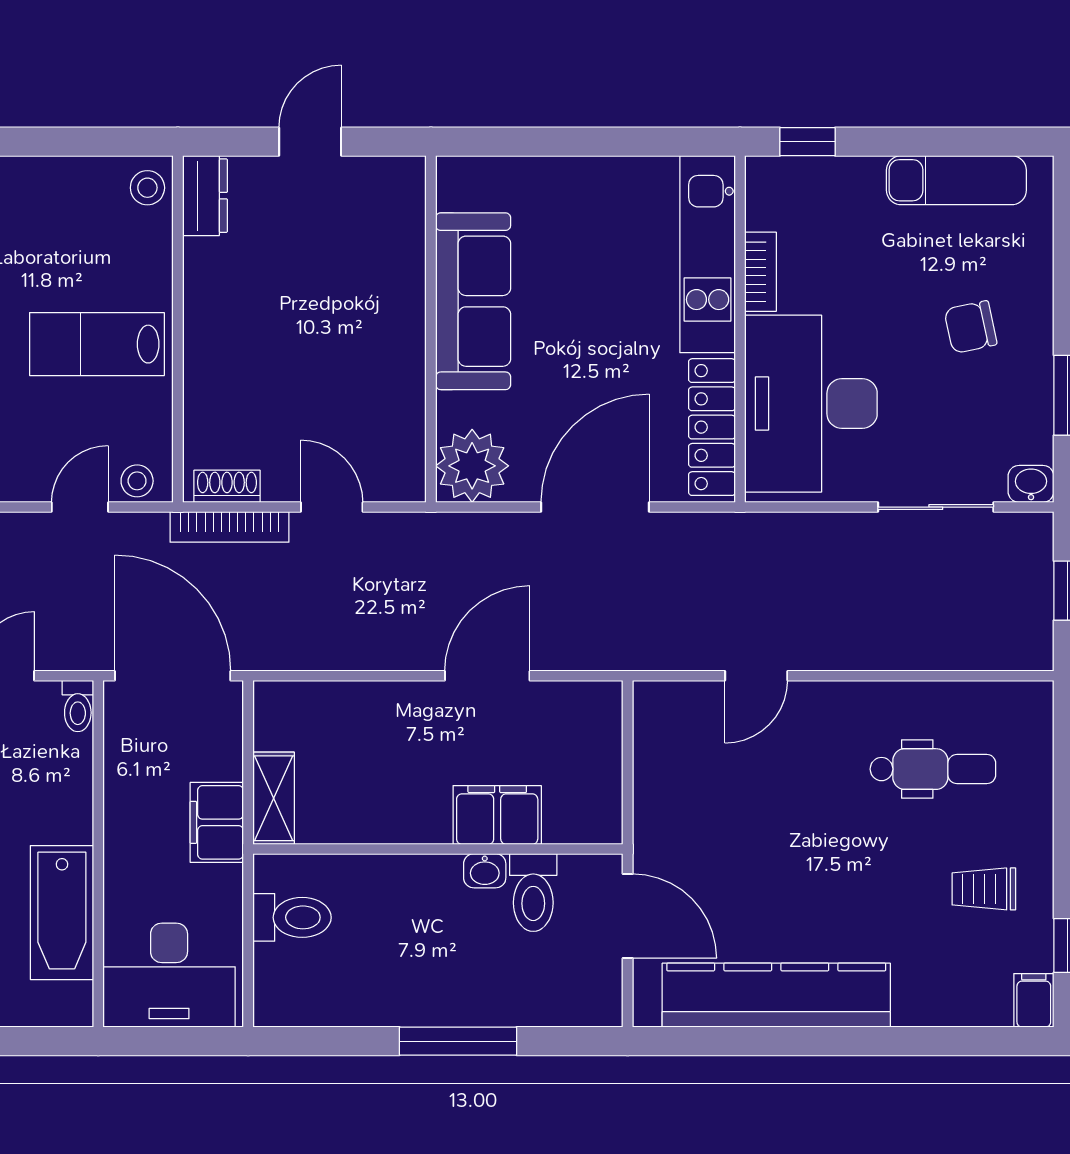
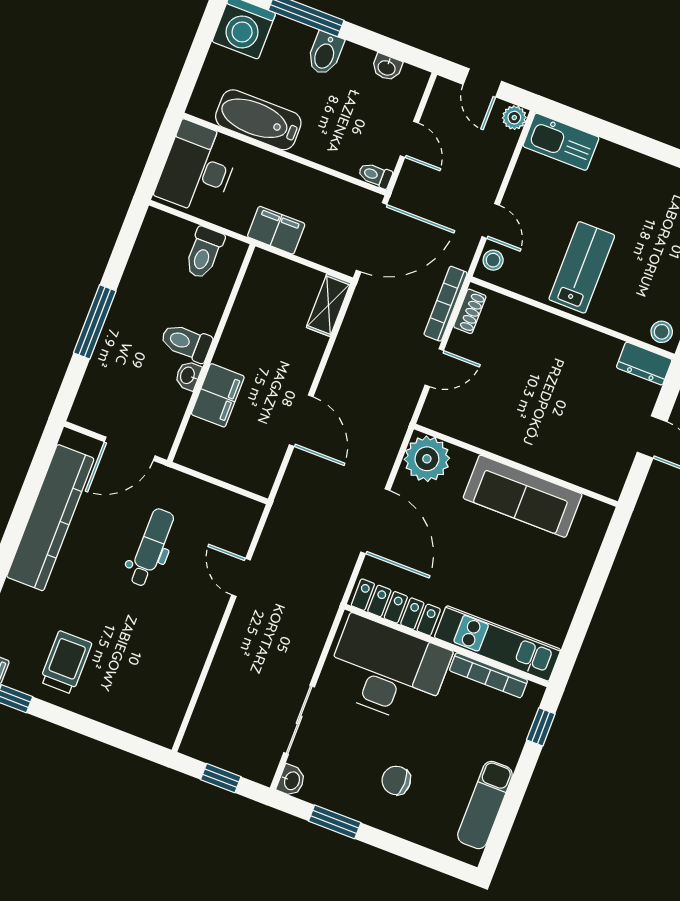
bookcase: (761, 272) -> (488, 675), width x1.56
chair: (971, 327) -> (396, 780), turned -78
dental chair: (933, 769) -> (151, 548), moved, turned 180
shelving: (274, 798) -> (328, 305), moved, turned 90
trolley: (984, 889) -> (66, 662), width x1.36, depth x1.39
toilet: (533, 893) -> (186, 342), moved

